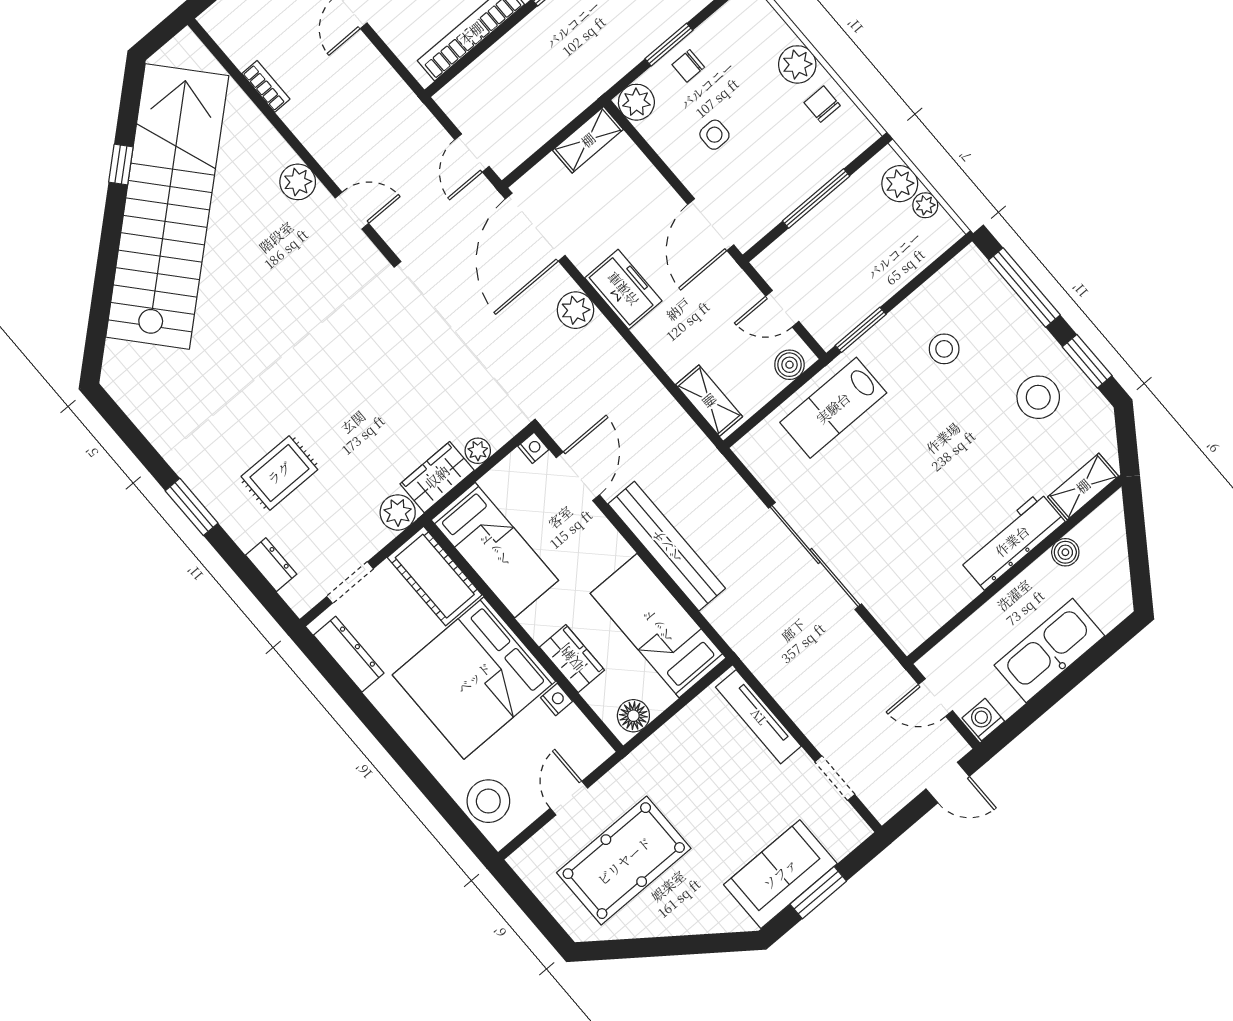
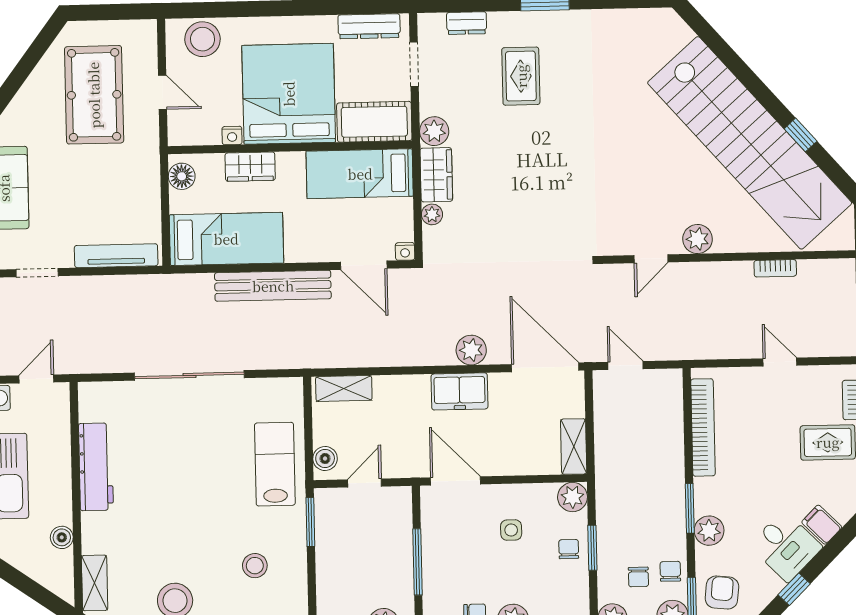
workbench: (1012, 541) -> (96, 467), moved

